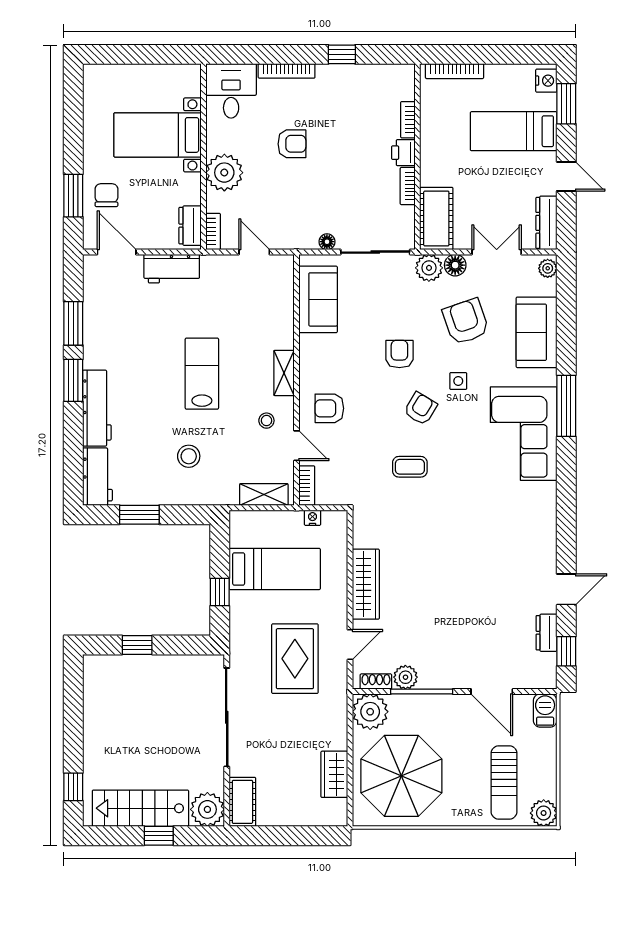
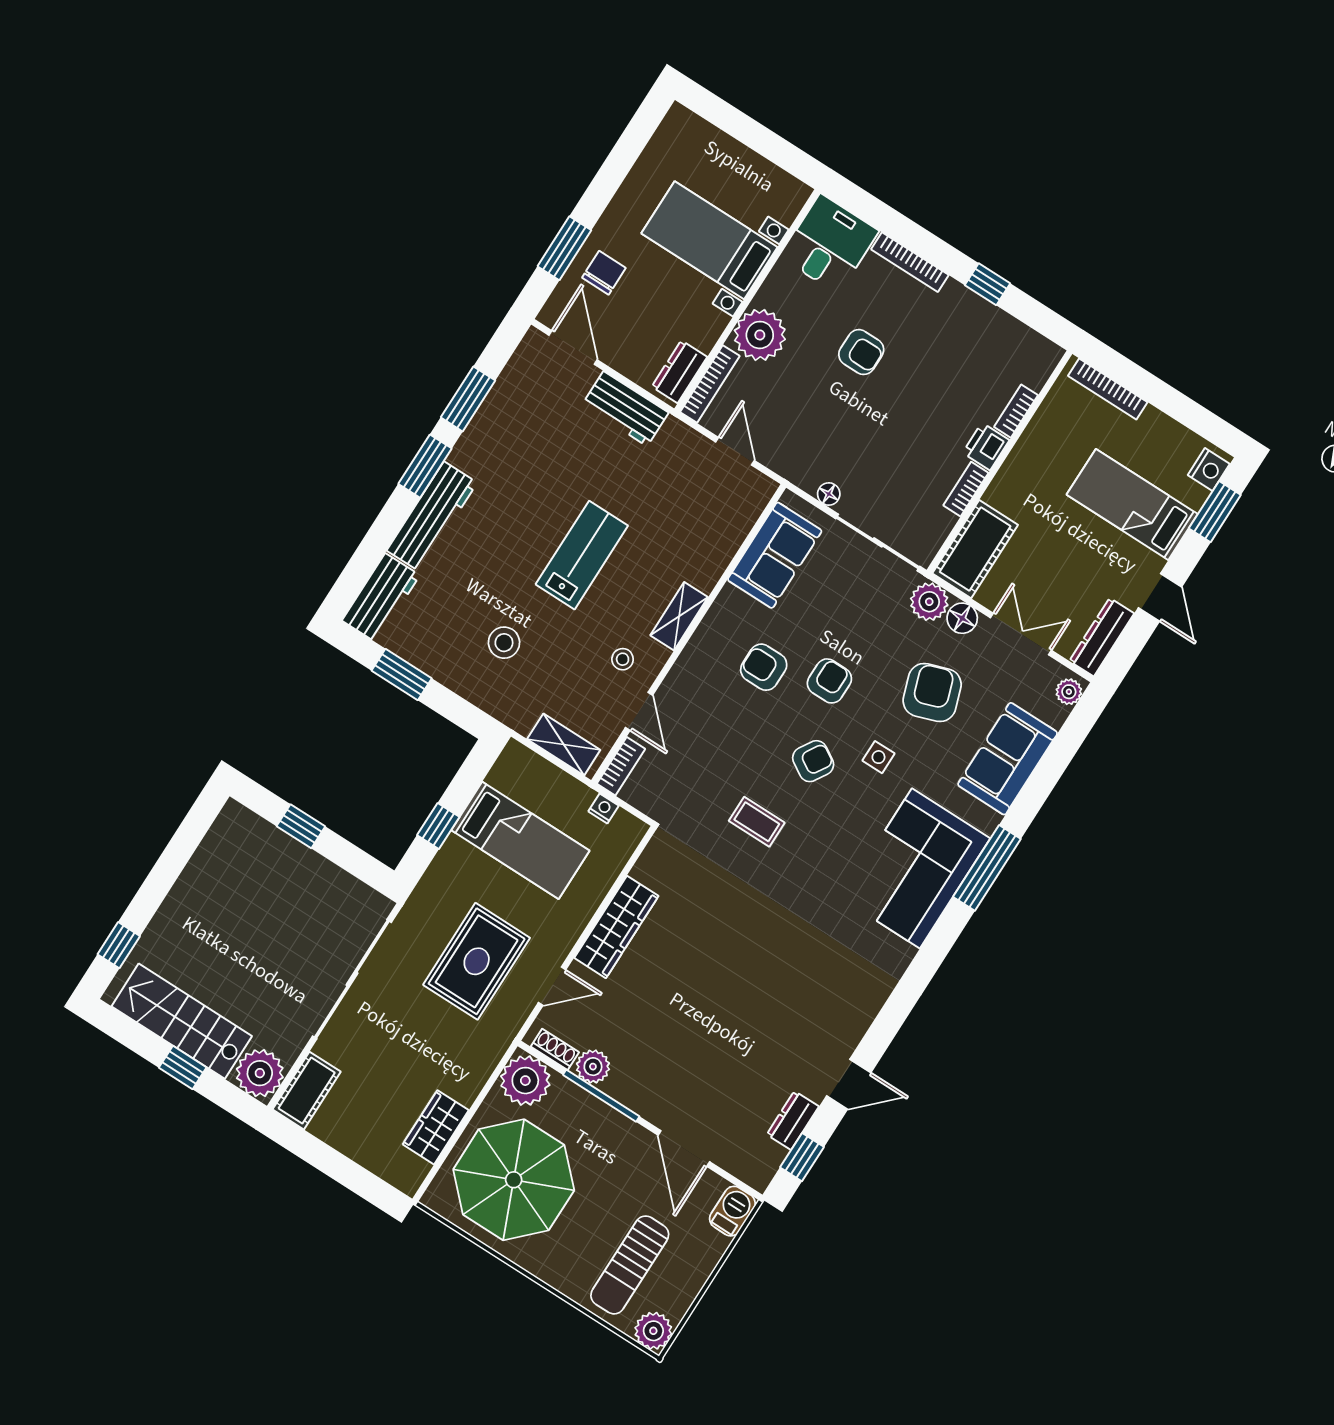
bookcase: (213, 232) -> (710, 384), width x1.56
armchair: (329, 408) -> (764, 667), moved

